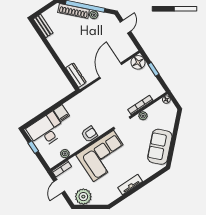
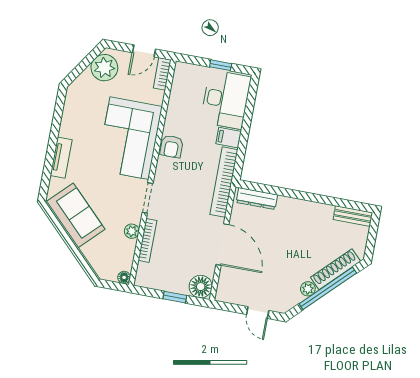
bookcase: (83, 96) -> (224, 182), added
plant: (65, 154) -> (177, 95), removed
tv unit: (130, 185) -> (61, 158), moved
door: (59, 186) -> (144, 51), swing flipped

